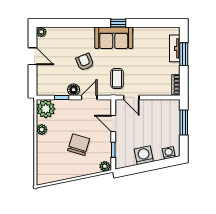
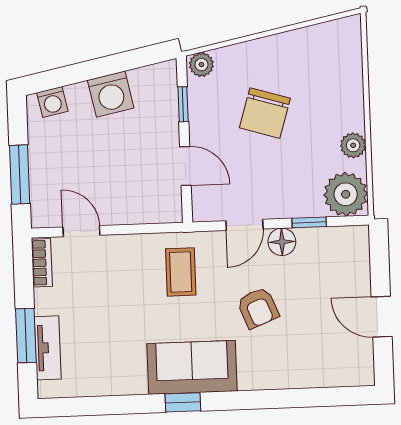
plant: (41, 32) -> (363, 375), removed
door: (131, 97) -> (81, 231), moved

